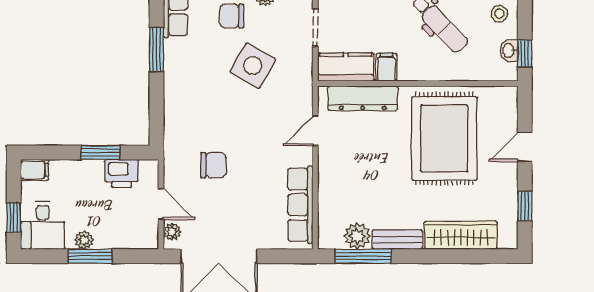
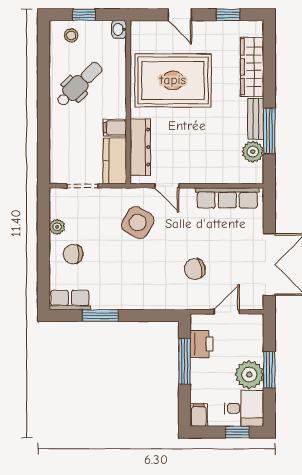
chair: (232, 16) -> (73, 254), turned 90
washbasin: (509, 51) -> (119, 29), moved, turned 90
window: (525, 54) -> (84, 15), moved
side table: (253, 66) -> (138, 223), moved
window: (101, 153) -> (185, 361), width x1.44
chair: (213, 165) -> (195, 269), turned -102
plant: (172, 232) -> (249, 303), removed
plant: (84, 240) -> (249, 375), width x1.88, depth x1.88
window: (363, 256) -> (269, 131), moved

